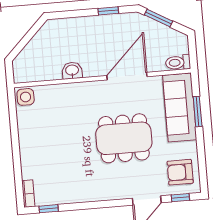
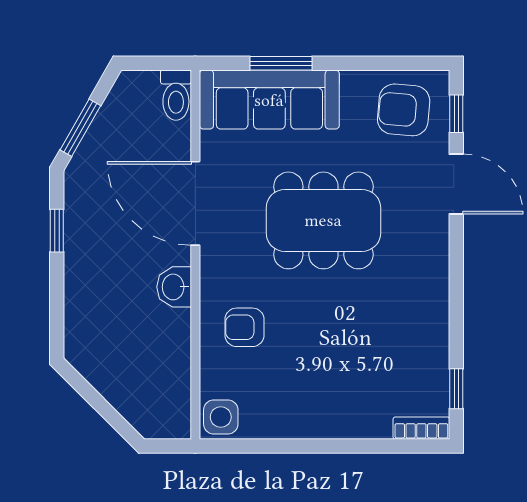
washbasin: (72, 71) -> (174, 287), moved
armchair: (70, 105) -> (244, 327), added
dining table: (124, 138) -> (323, 220), turned 90
armchair: (180, 172) -> (404, 110), turned 95

